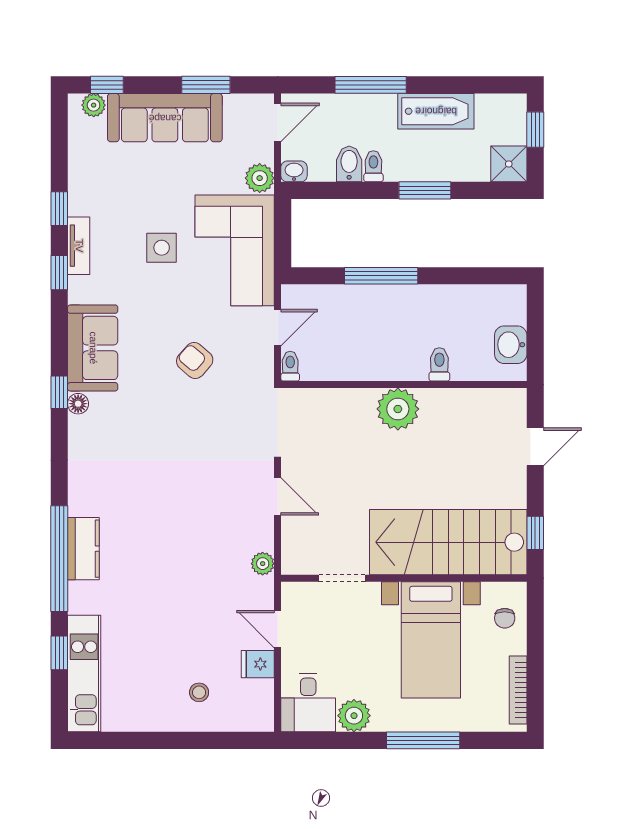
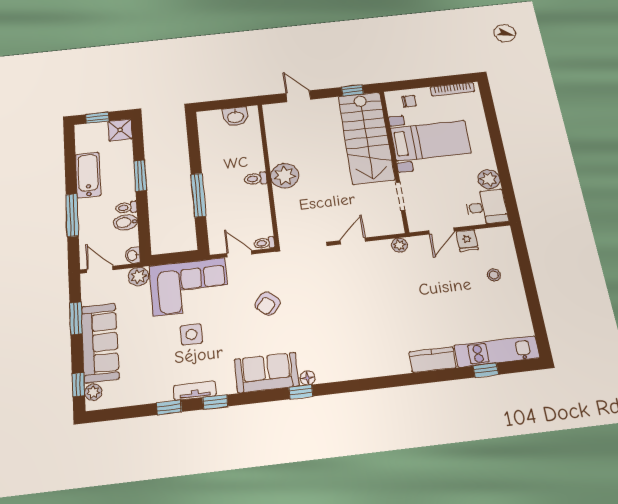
toilet: (439, 364) -> (255, 179), moved
kitchen counter: (83, 549) -> (433, 360), moved
window: (59, 559) -> (419, 378), removed
window: (423, 740) -> (496, 138), removed

